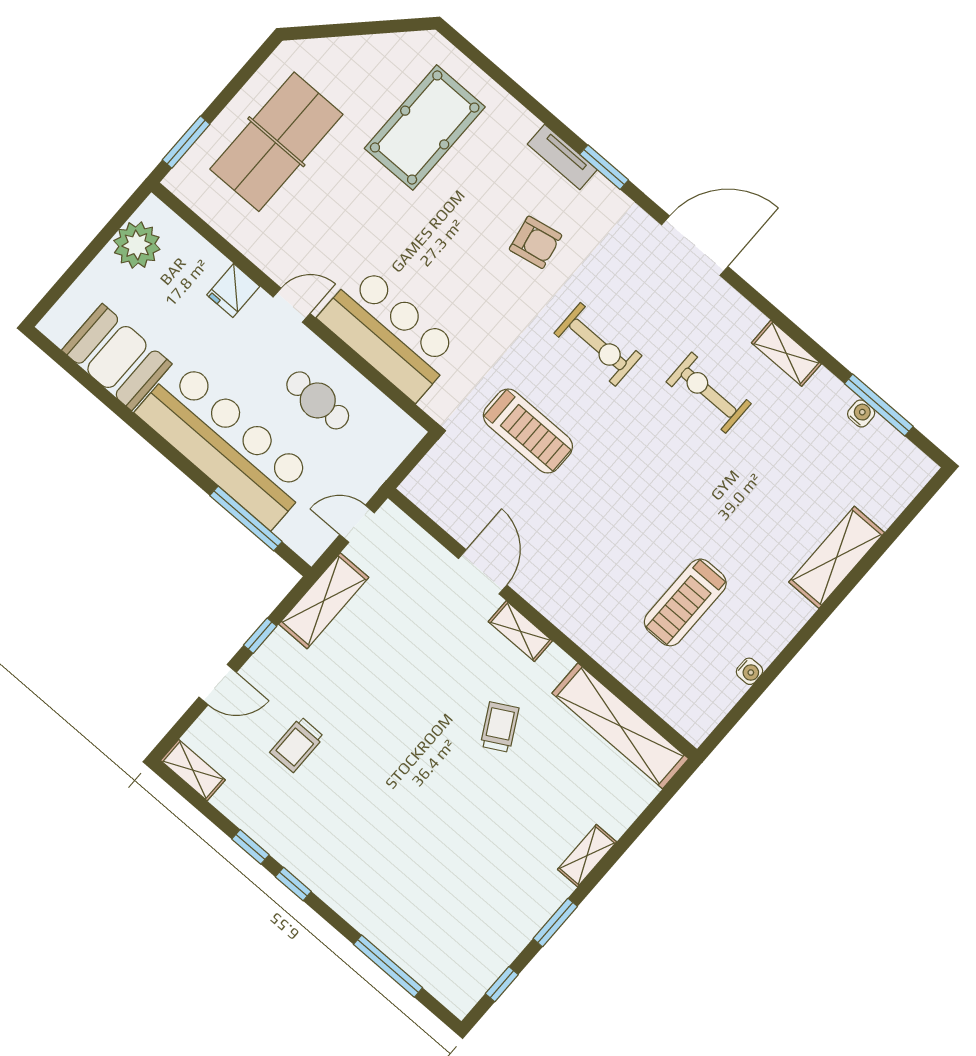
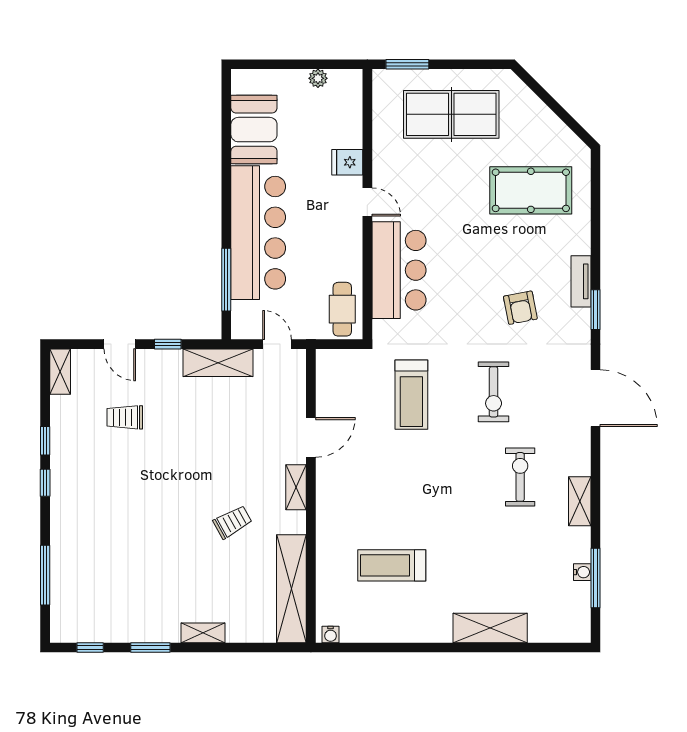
plant: (137, 245) -> (318, 78), width x0.53, depth x0.53
cafe table: (318, 400) -> (342, 309), moved
water cooler: (749, 671) -> (331, 634), moved

